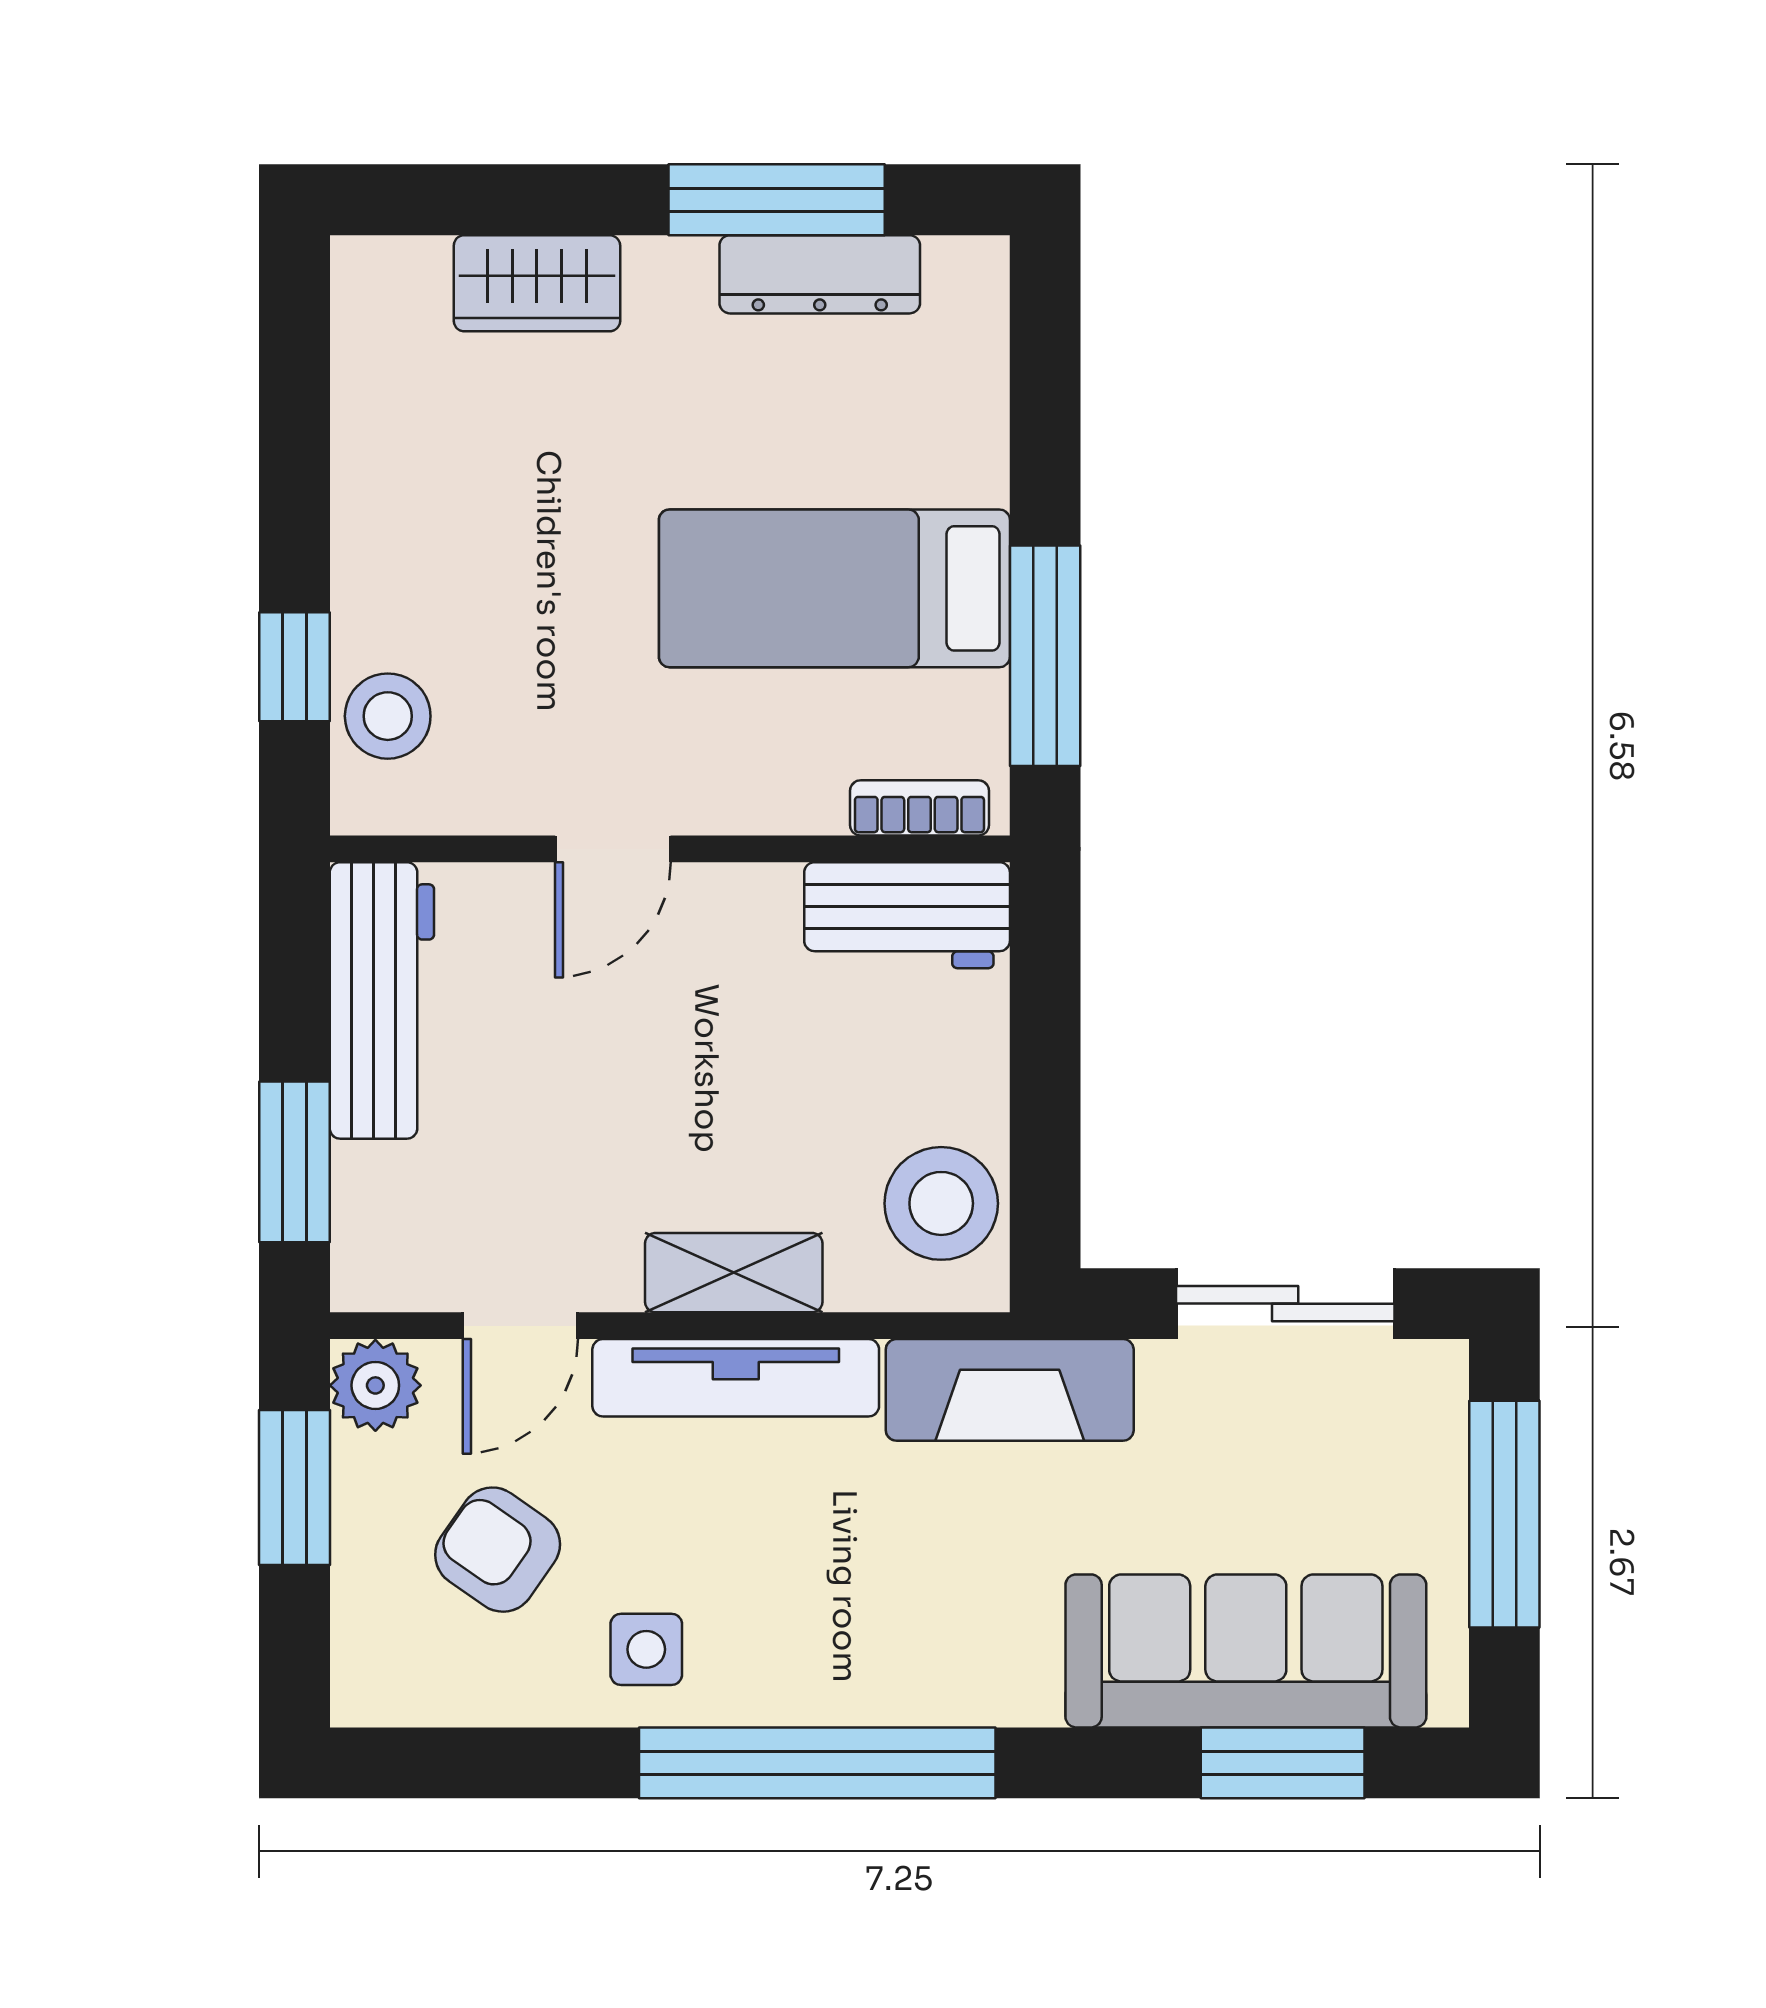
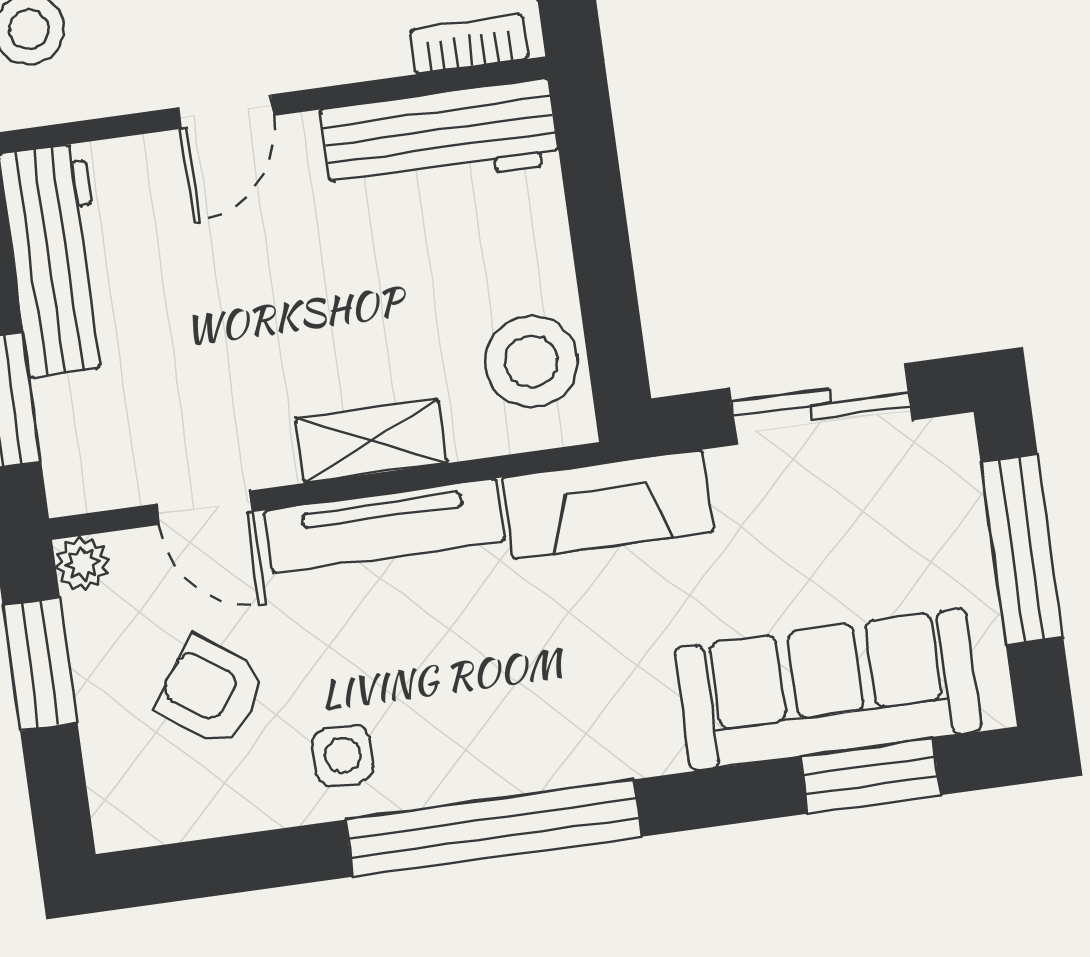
workbench: (907, 915) -> (440, 137), width x1.38
door: (520, 1326) -> (205, 508), hinge flipped
plant: (375, 1385) -> (82, 564), width x0.73, depth x0.73

